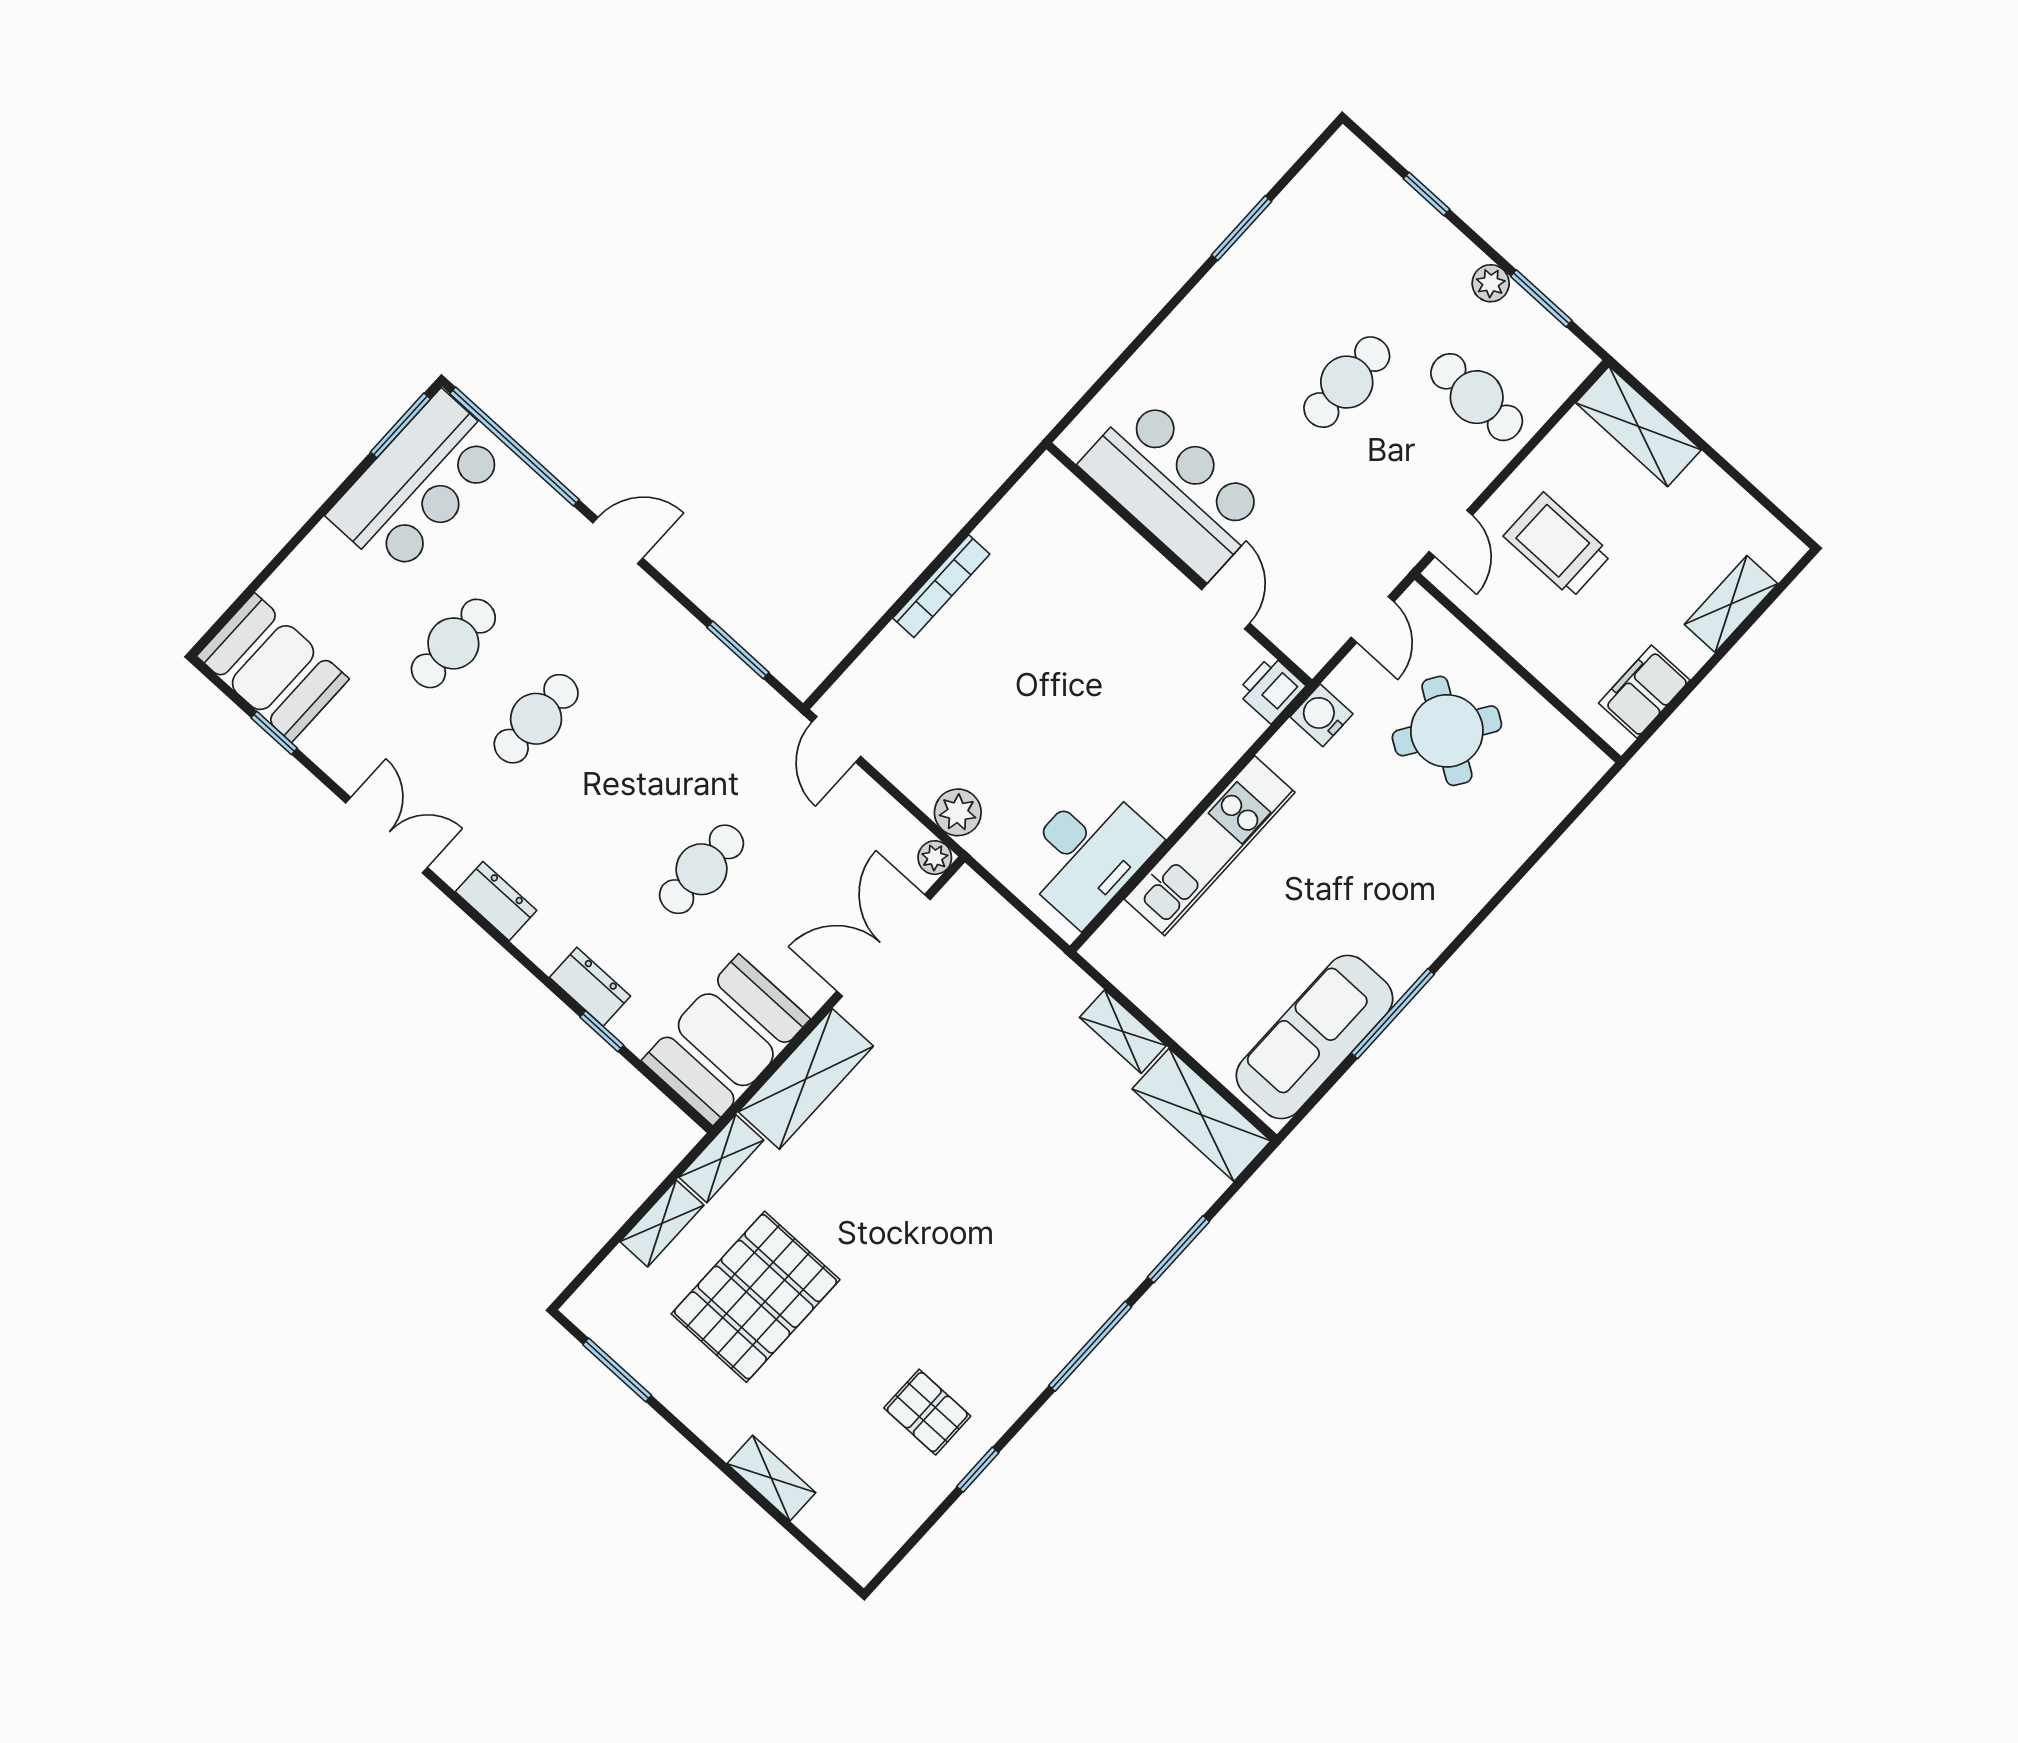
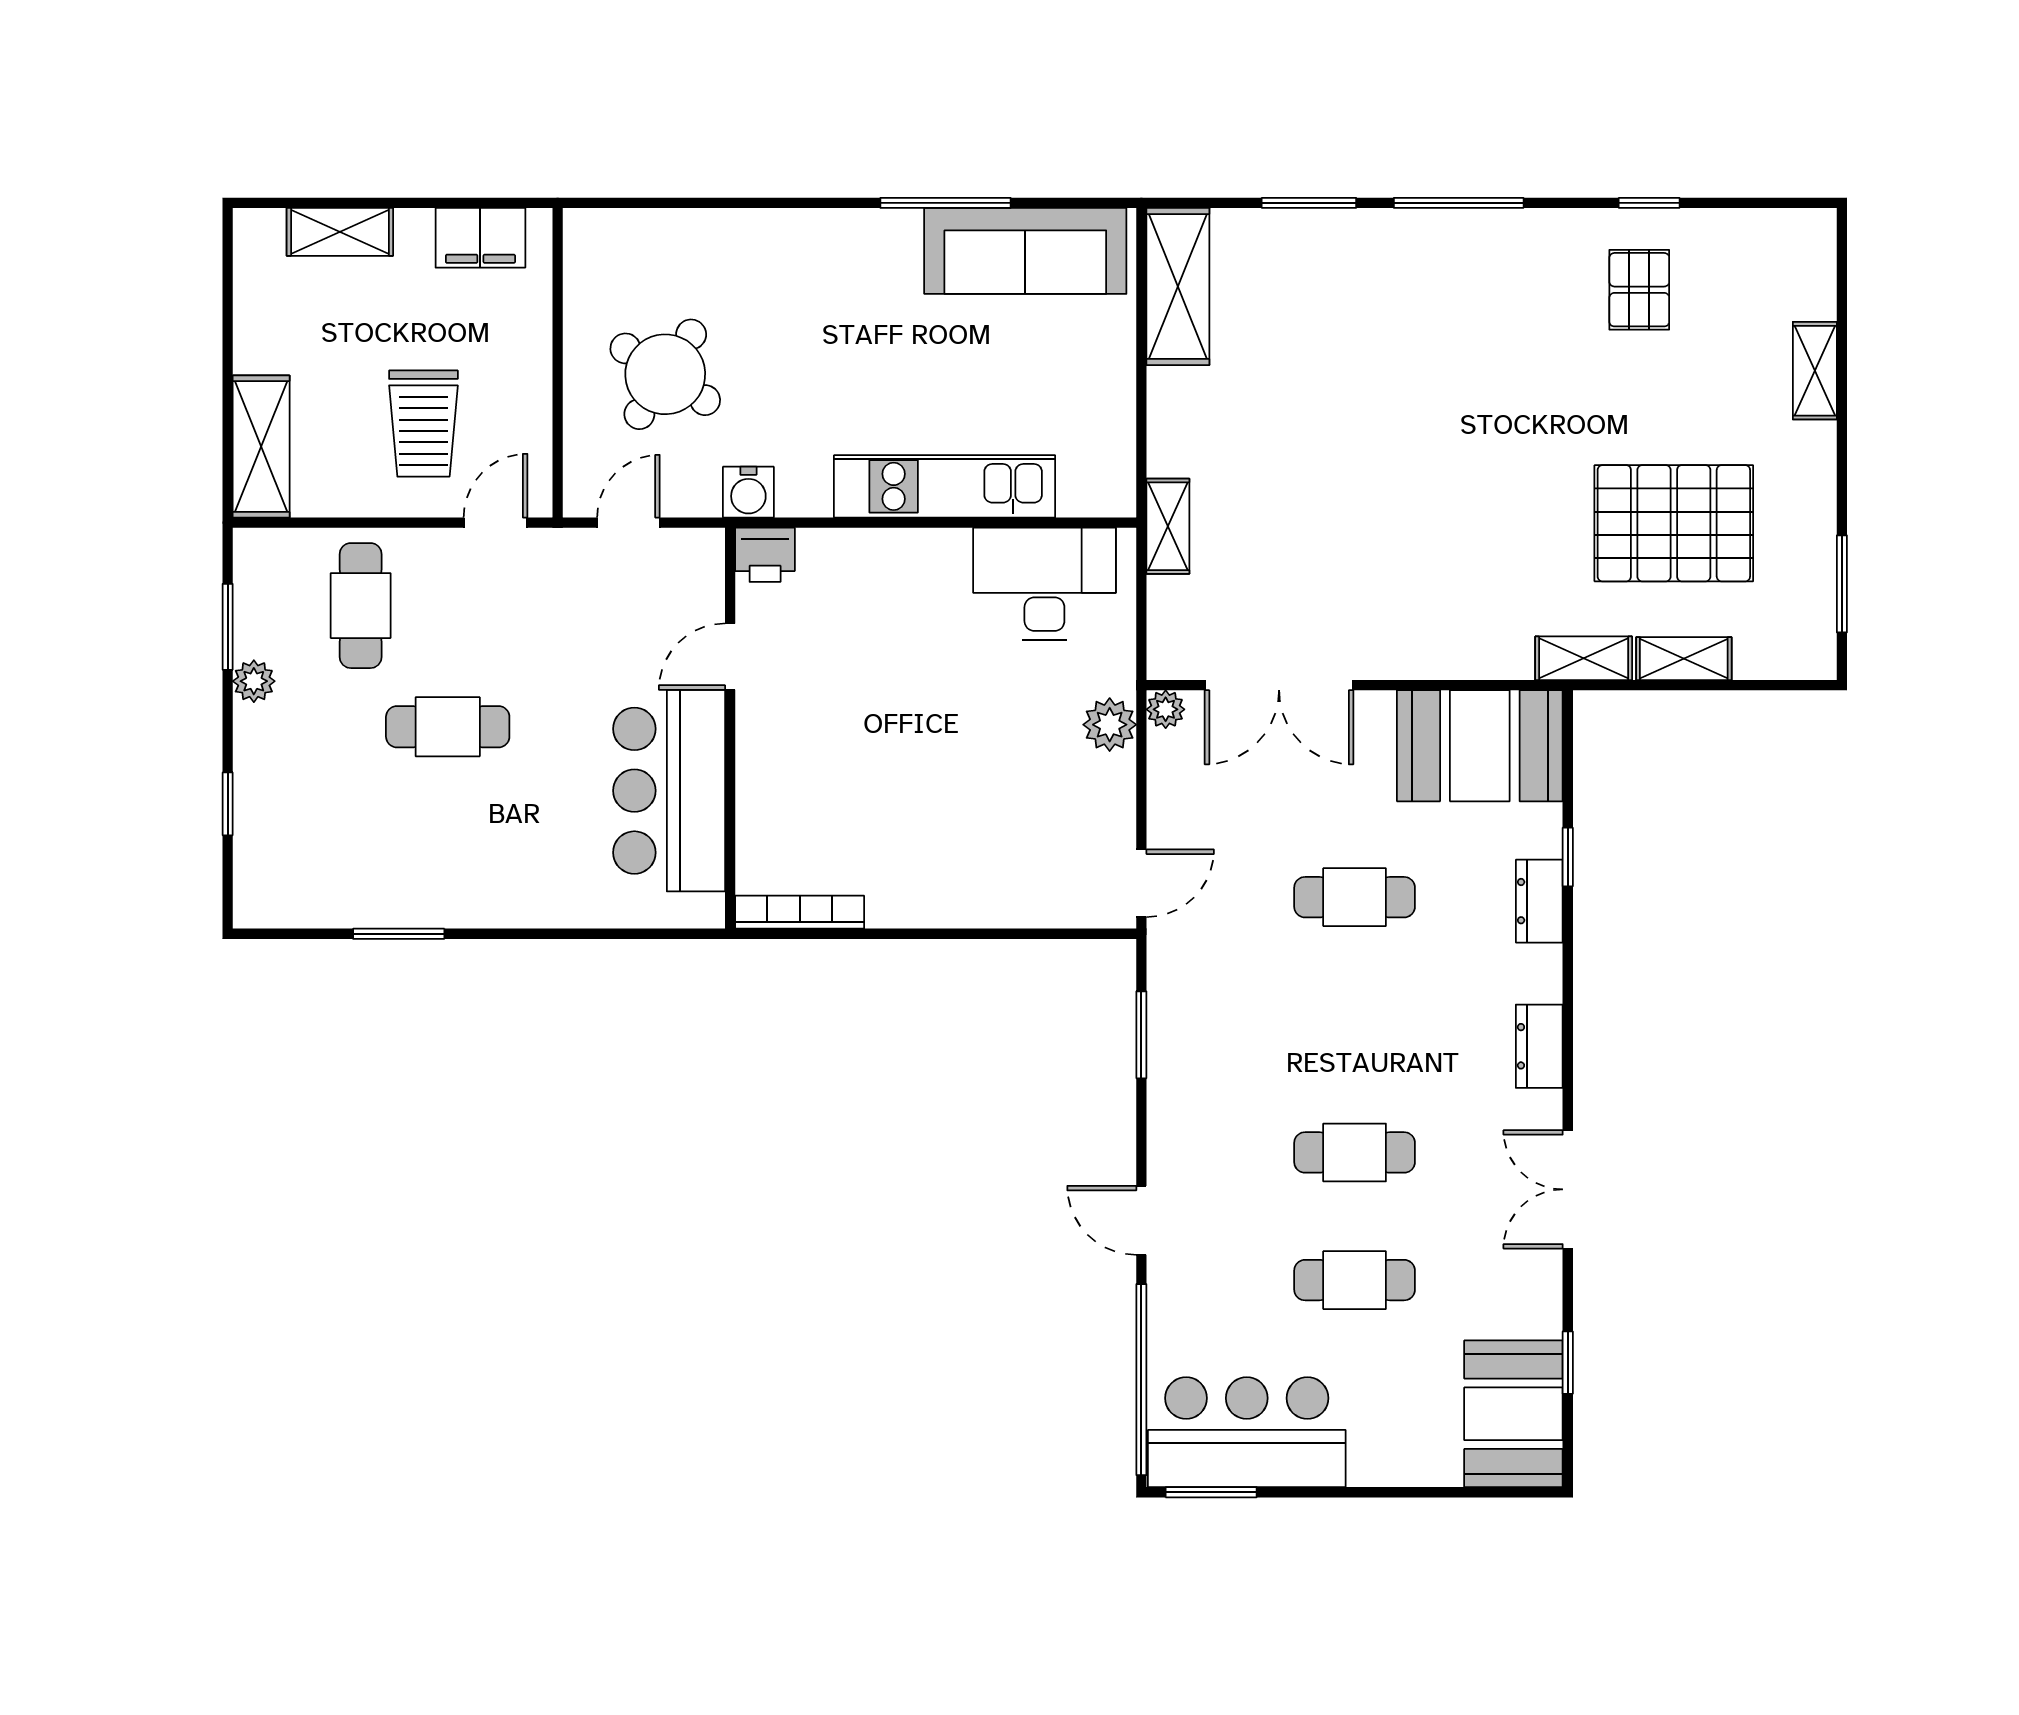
bookcase: (941, 586) -> (800, 912), moved
shelving: (1123, 1032) -> (1168, 526), moved
shelving: (806, 1079) -> (1451, 648), removed

